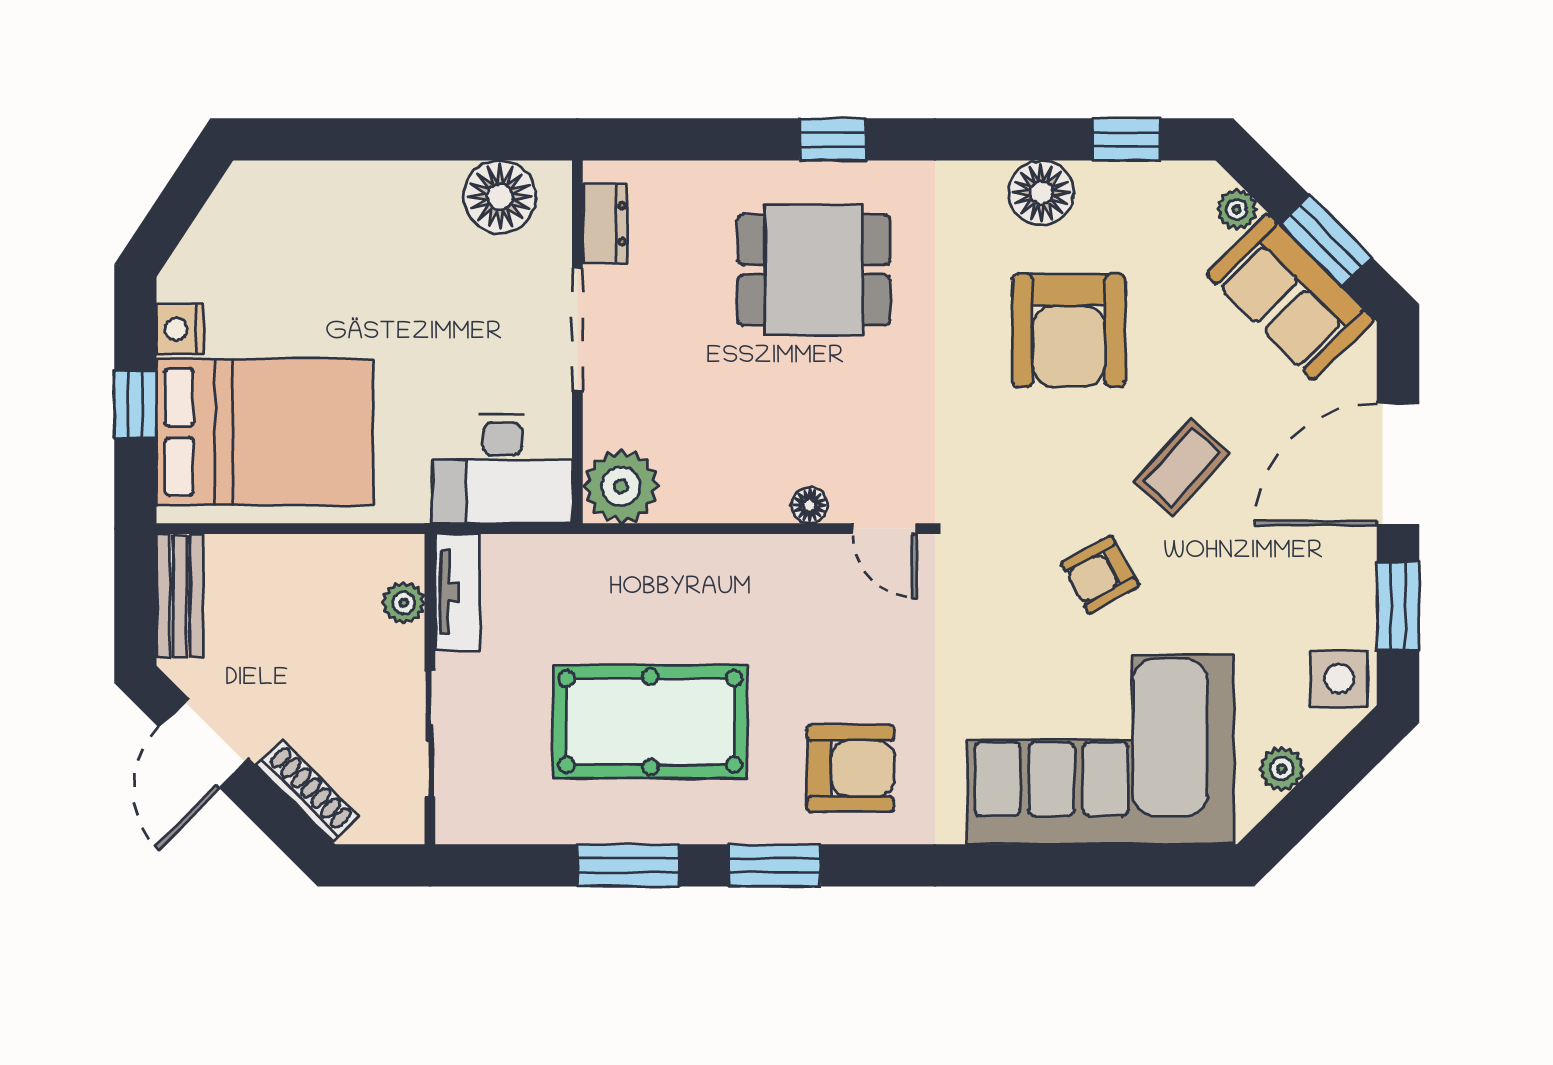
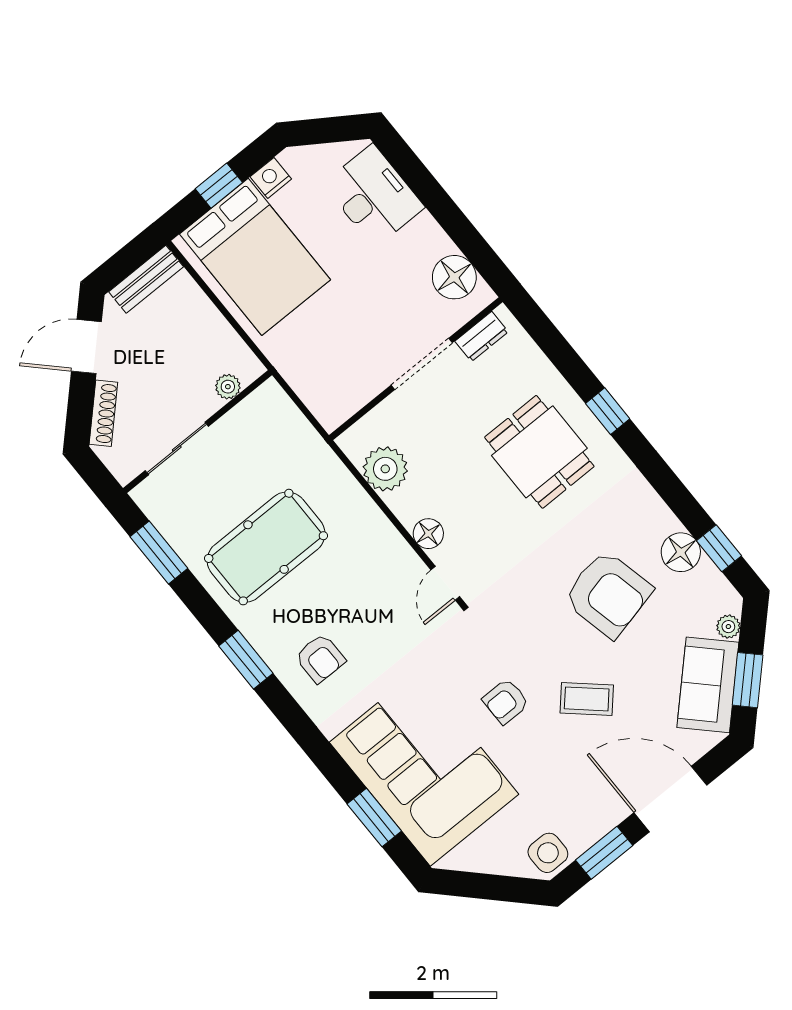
floor lamp: (1041, 193) -> (681, 552), moved
armchair: (1069, 330) -> (608, 594), turned -103
desk: (502, 469) -> (374, 196), moved, turned 180
plant: (621, 486) -> (385, 469), moved
floor lamp: (810, 505) -> (428, 534), width x1.37, depth x1.37
armchair: (1100, 575) -> (506, 701), turned -61
tv unit: (458, 592) -> (253, 408), removed
pool table: (650, 722) -> (266, 547), turned 90
armchair: (850, 768) -> (320, 658), width x0.72, depth x0.72
plant: (1282, 769) -> (484, 860), removed
window: (628, 865) -> (159, 552), moved
window: (1112, 865) -> (374, 818), added

